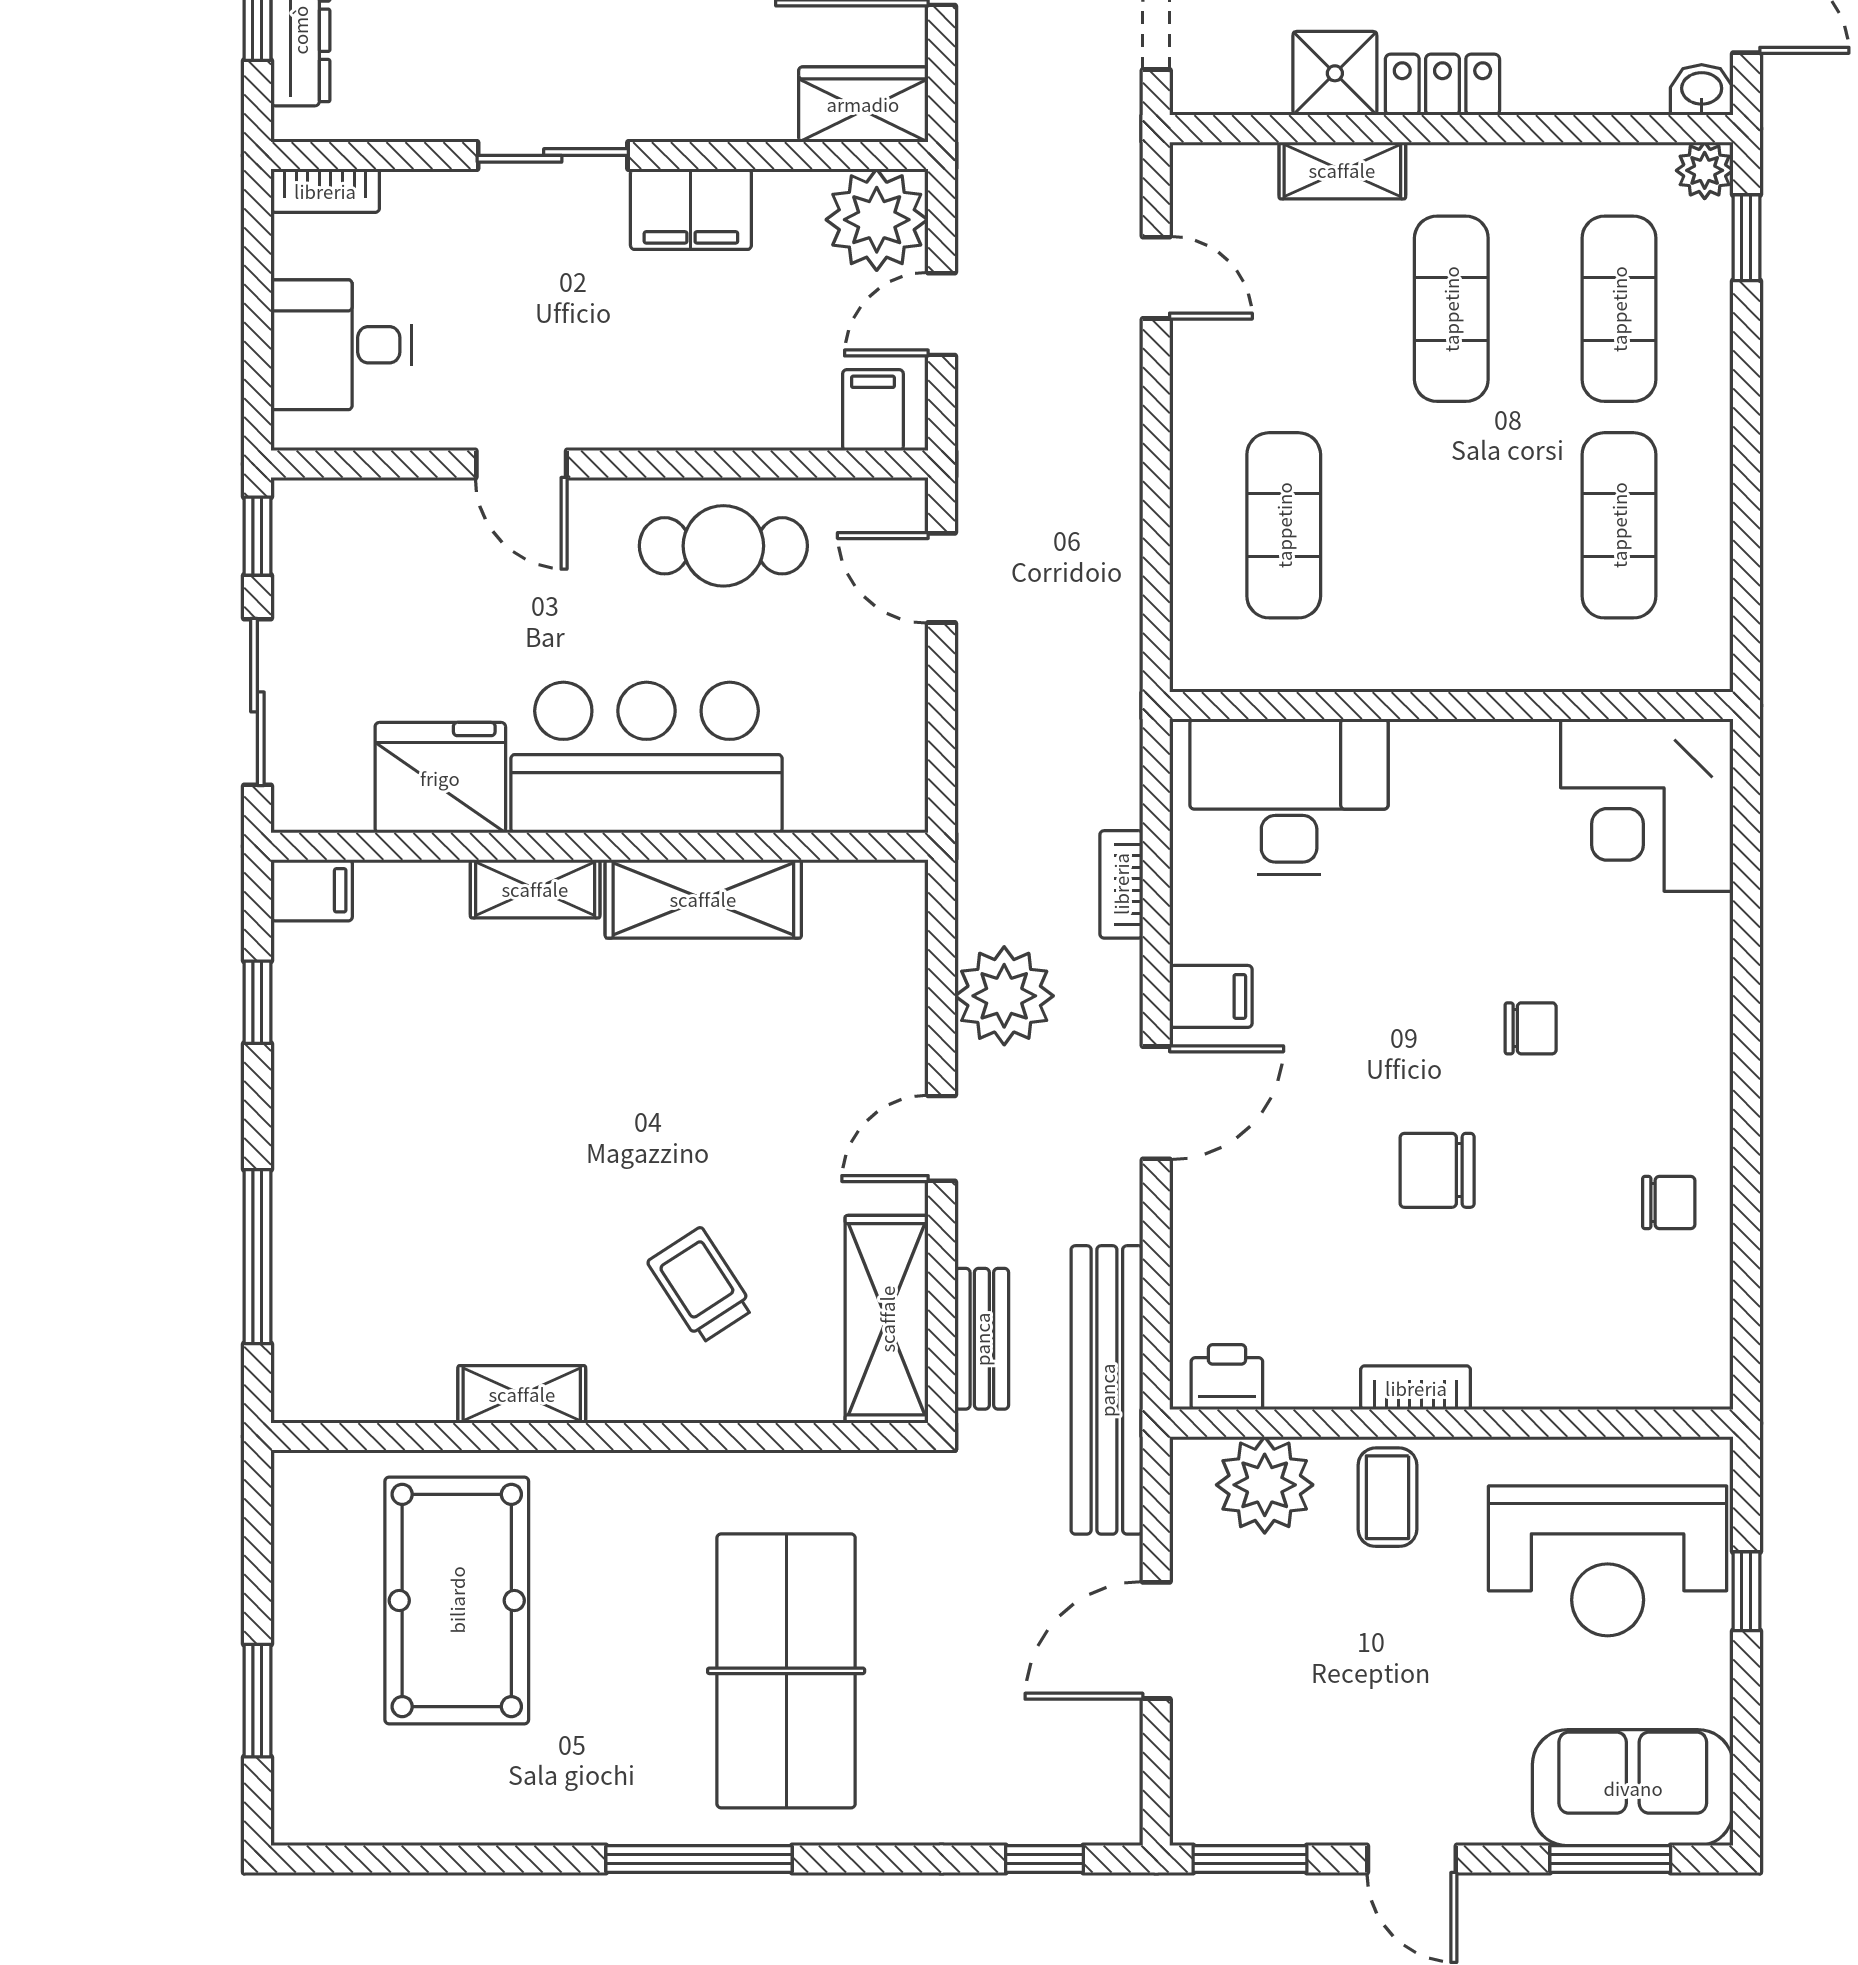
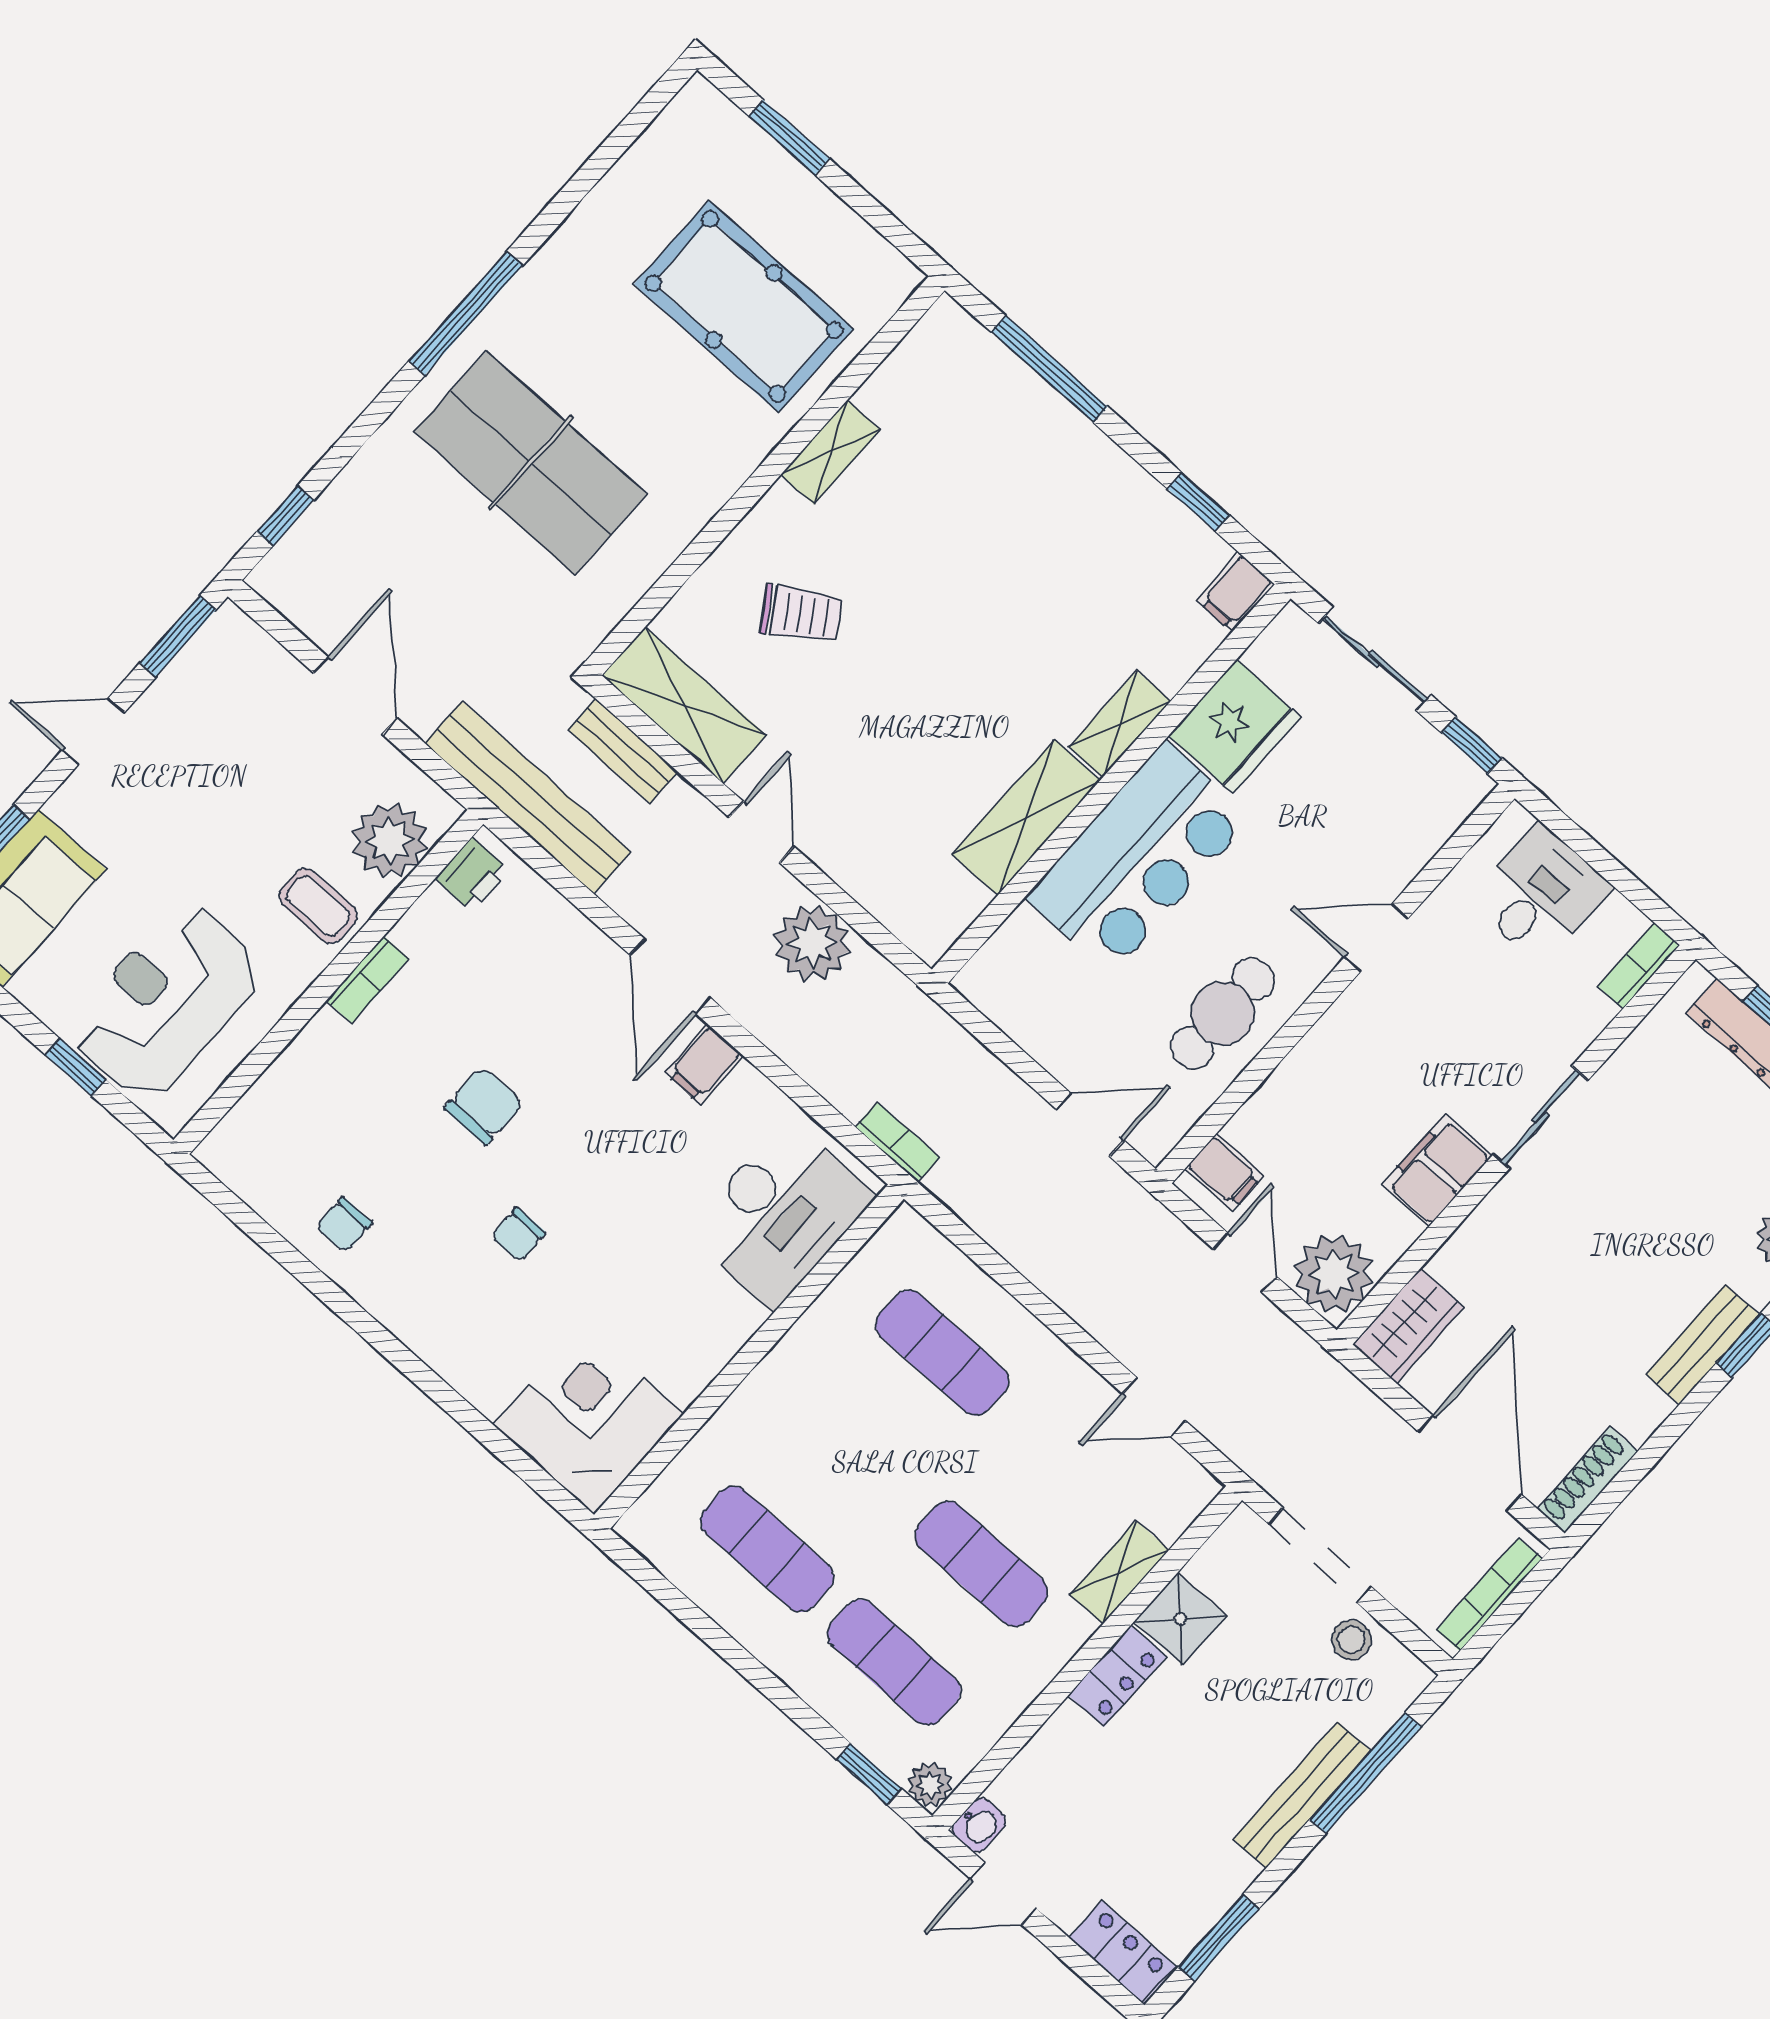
bookcase: (1121, 884) -> (898, 1142), moved

